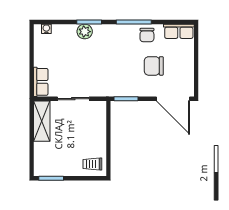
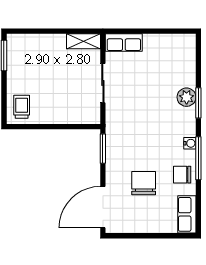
water cooler: (46, 29) -> (190, 143), moved
shelving: (42, 121) -> (83, 41), width x0.67, depth x0.75

